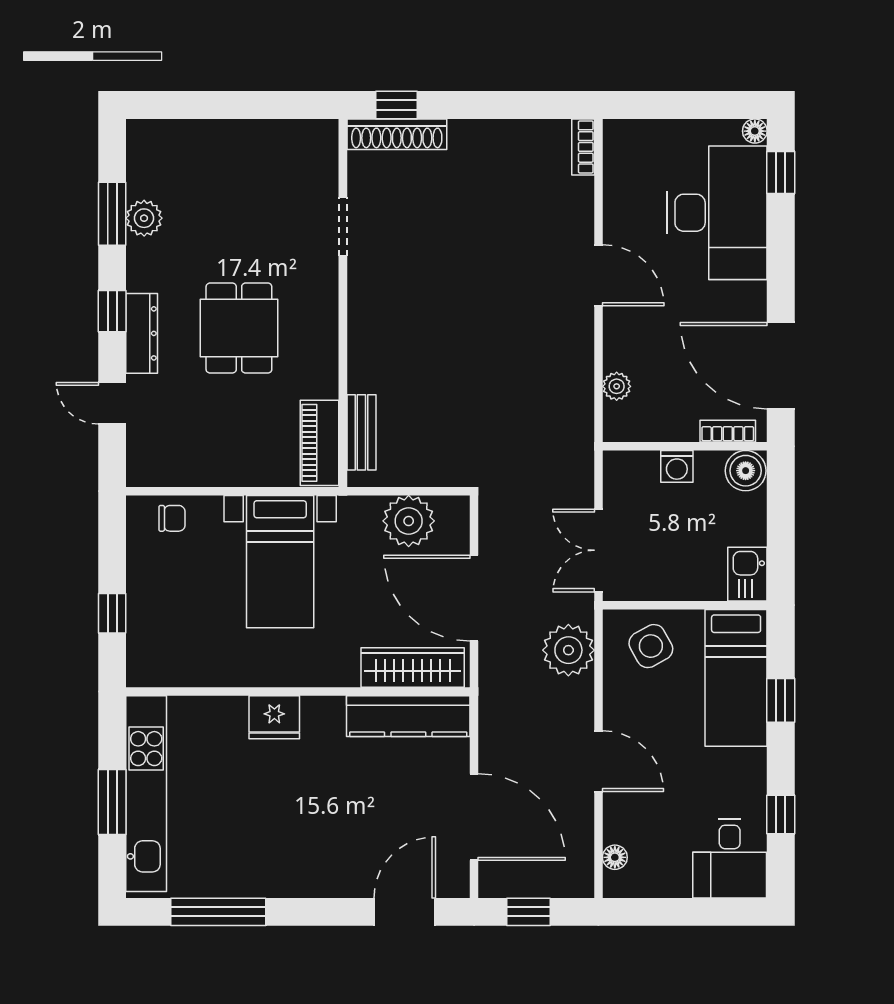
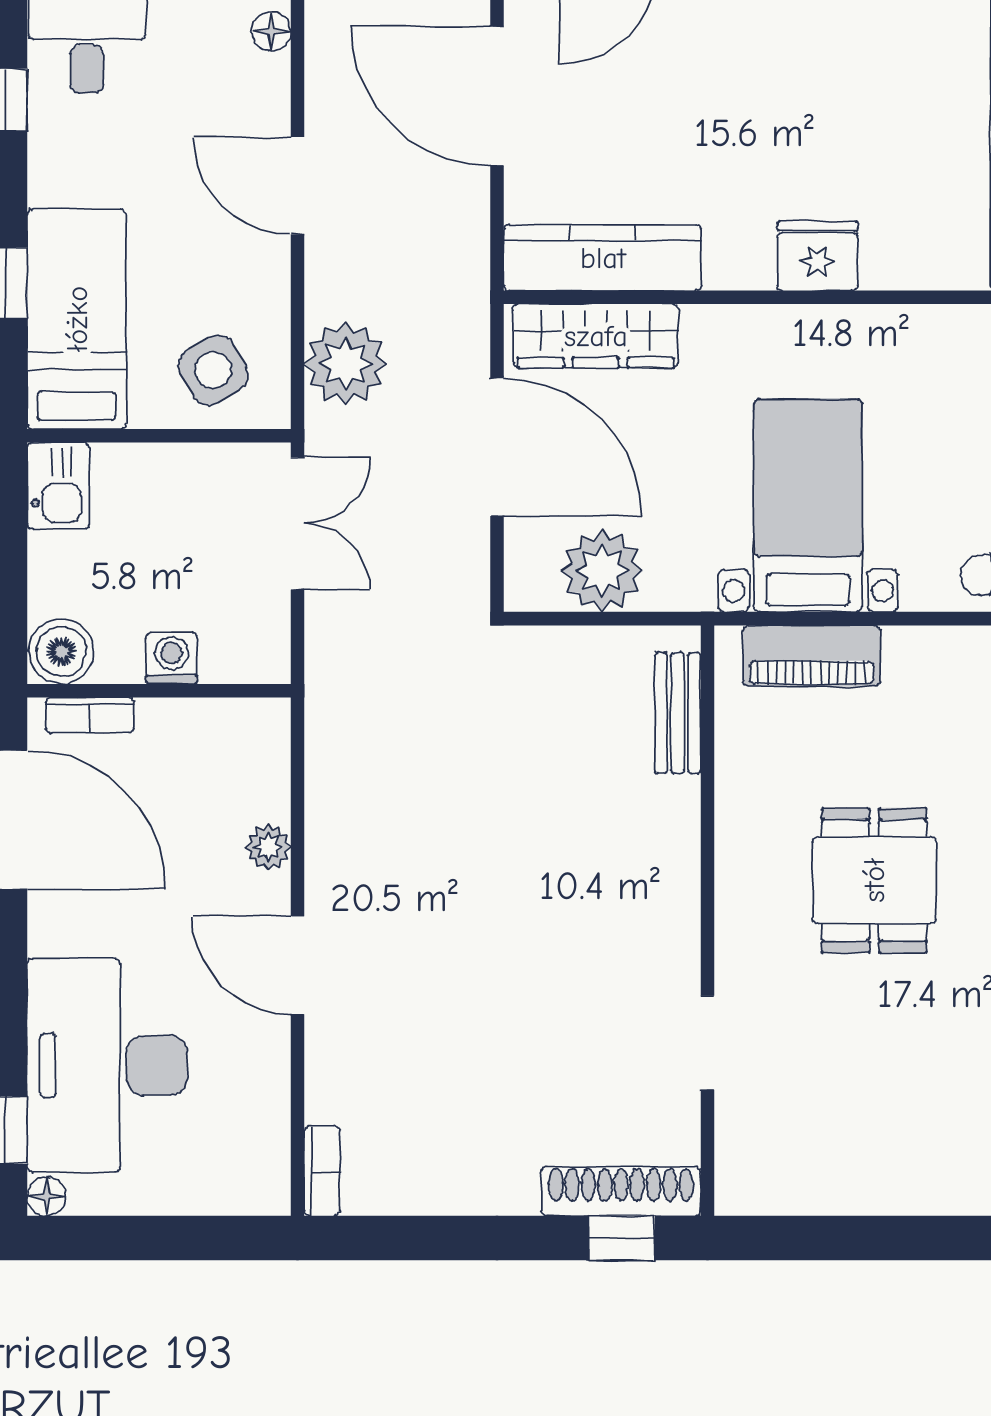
plant: (617, 386) -> (268, 847), moved
piano: (320, 443) -> (812, 656), moved, turned 90

